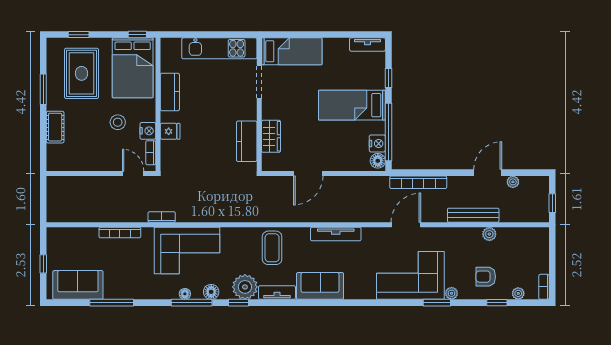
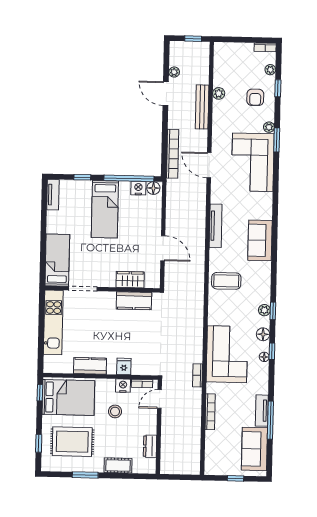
dresser: (78, 164) -> (150, 446), added
plant: (245, 287) -> (264, 310), width x0.53, depth x0.53
tv unit: (277, 292) -> (262, 411), moved
window: (192, 303) -> (272, 351), width x0.46

